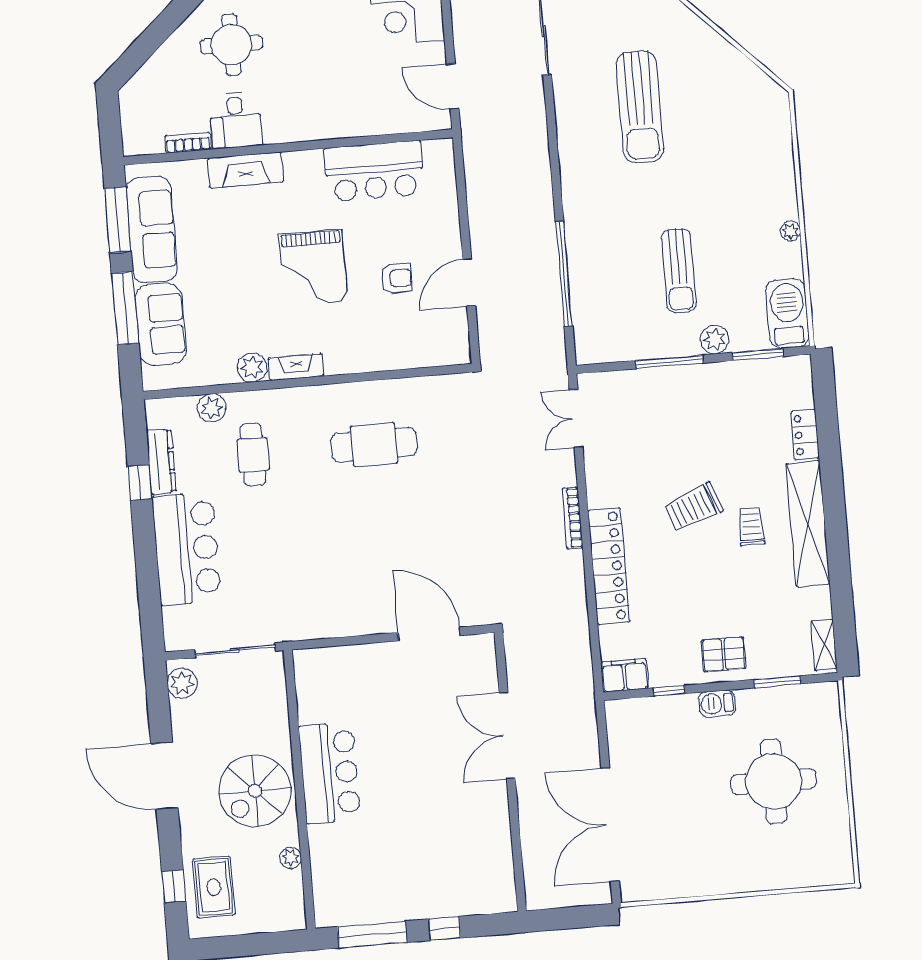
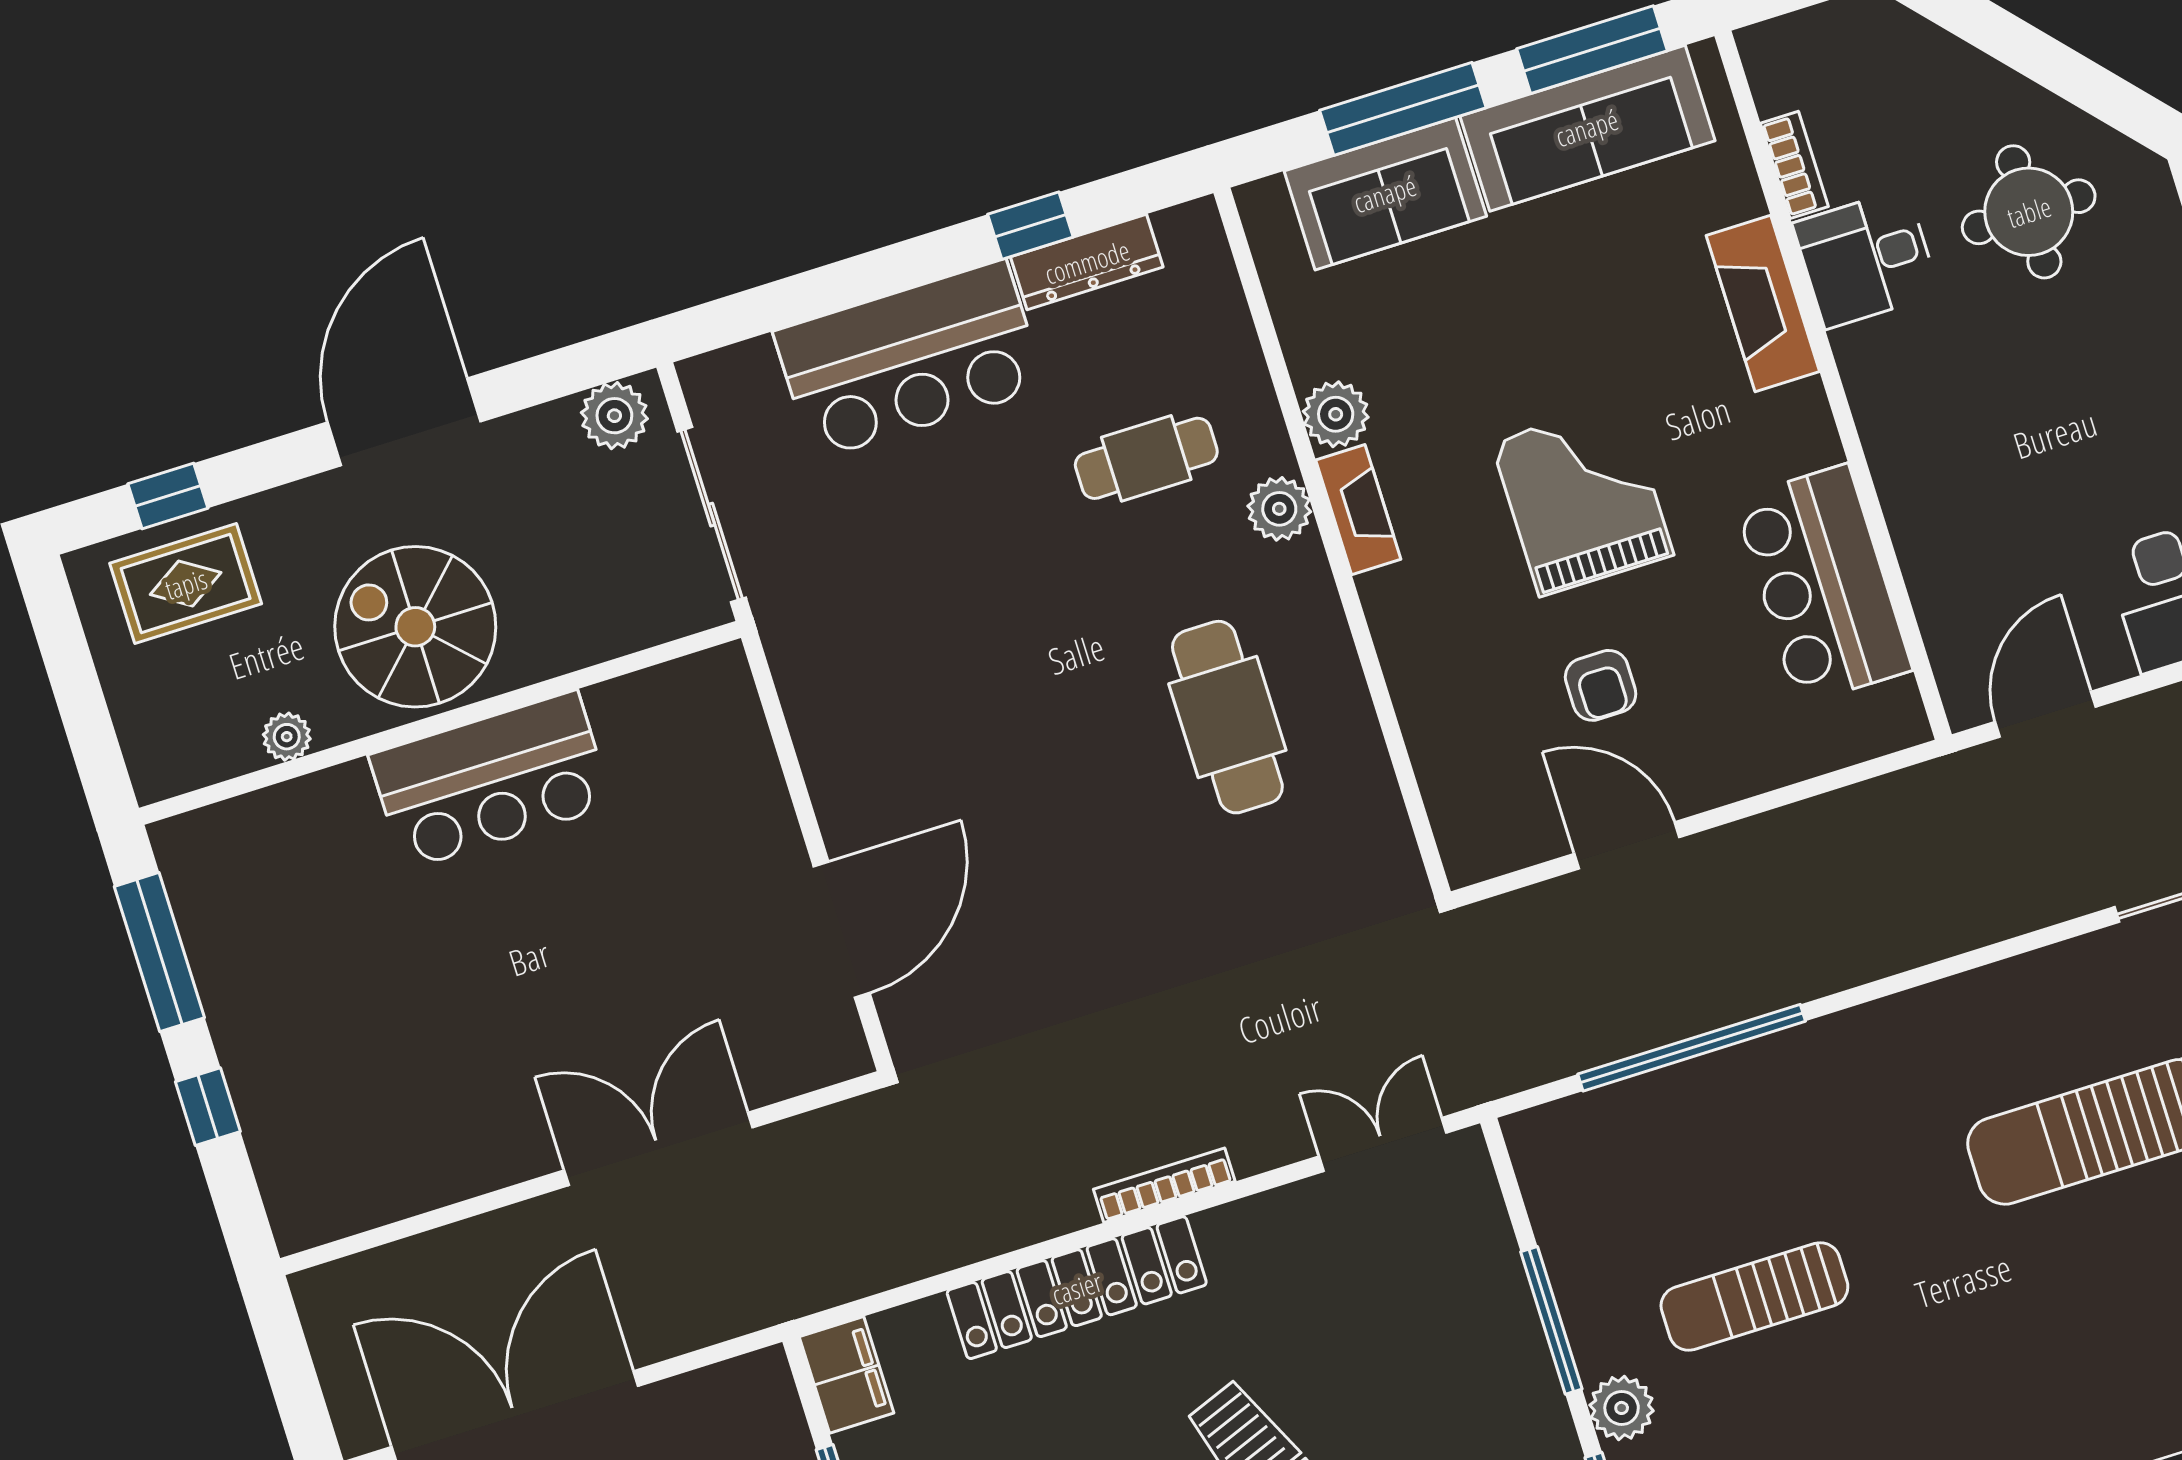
grand piano: (313, 268) -> (1582, 498), turned 90
plant: (212, 408) -> (1279, 509), moved

